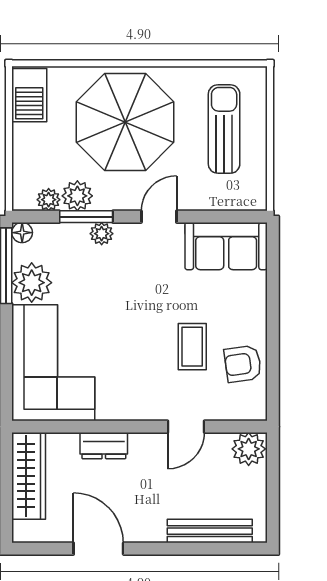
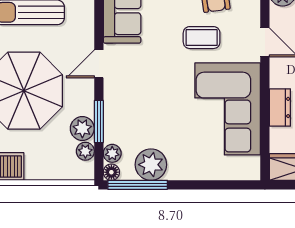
door: (159, 217) -> (99, 64), hinge flipped
plant: (102, 234) -> (112, 153), moved
corner sofa: (53, 363) -> (228, 109), moved, turned -90

